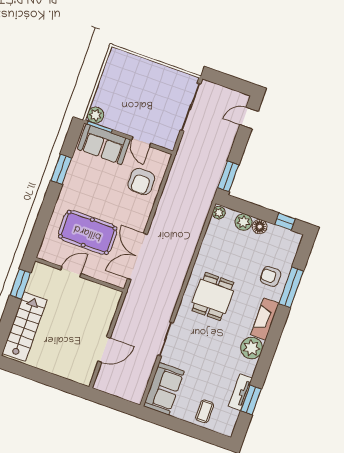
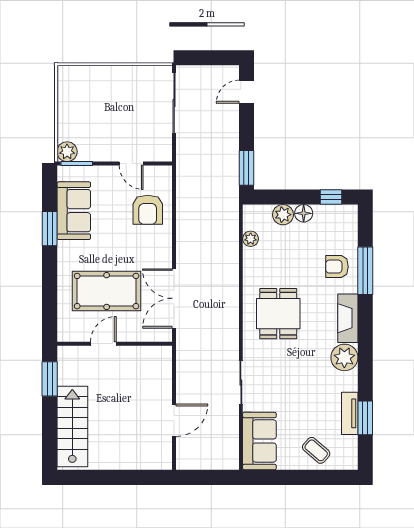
sofa: (104, 144) -> (74, 211), moved, turned -90
plant: (219, 213) -> (251, 239), moved
coffee table: (205, 411) -> (316, 450), turned -49

